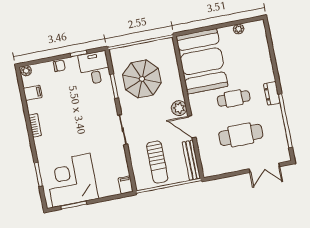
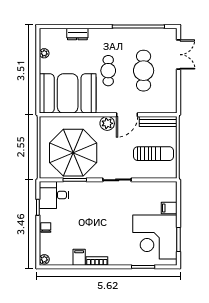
parasol: (142, 79) -> (73, 153), width x1.36, depth x1.36
filing cabinet: (33, 93) -> (79, 257), moved
dresser: (272, 93) -> (77, 34), moved
filing cabinet: (126, 185) -> (169, 208), moved

